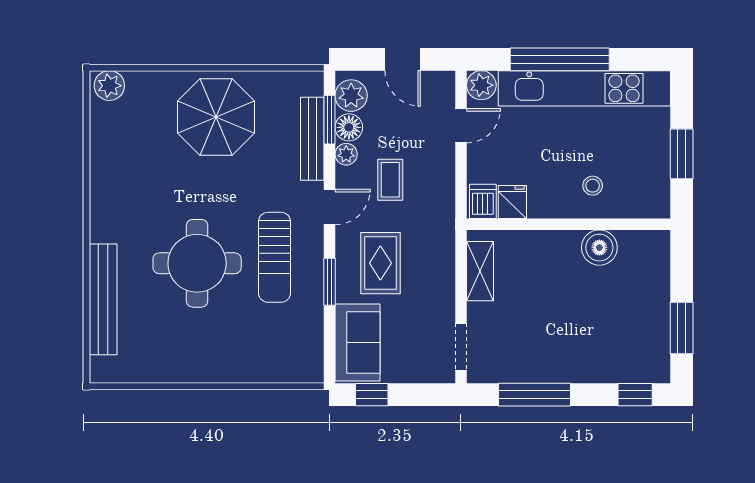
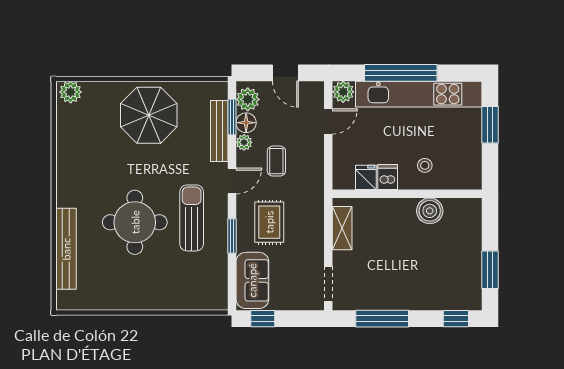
window: (682, 154) -> (490, 125), moved
dishwasher: (483, 201) -> (388, 177), moved
sun lounger: (275, 257) -> (192, 218), turned 180

